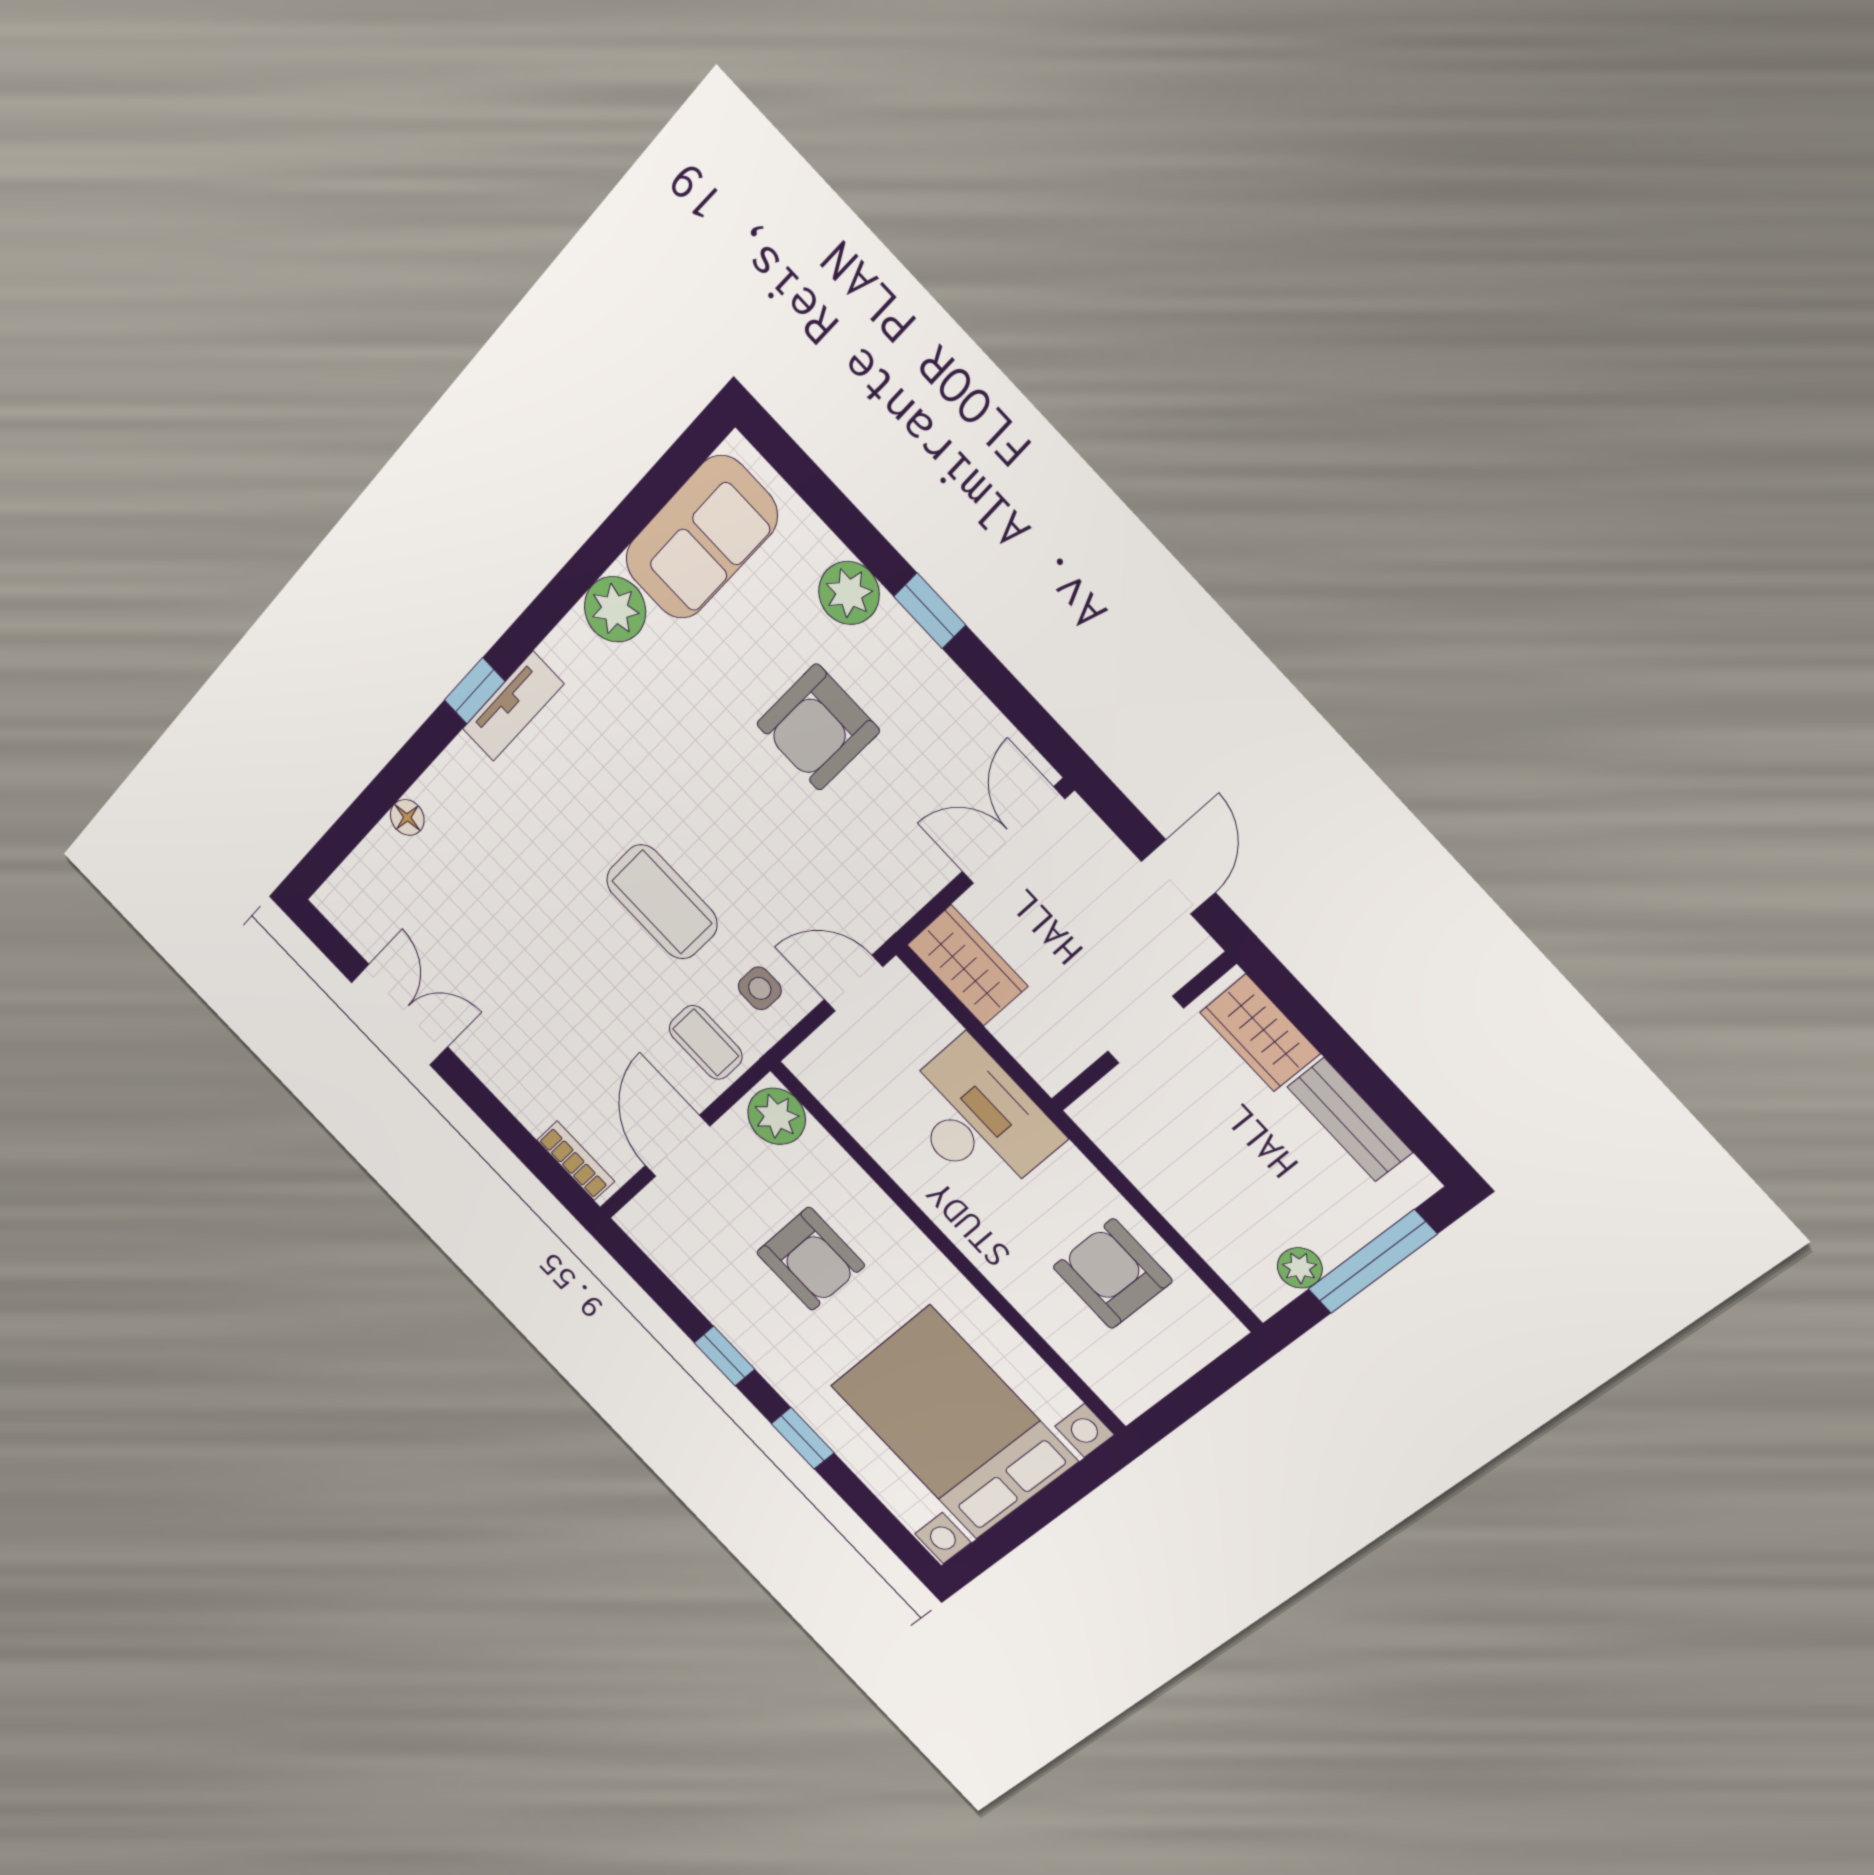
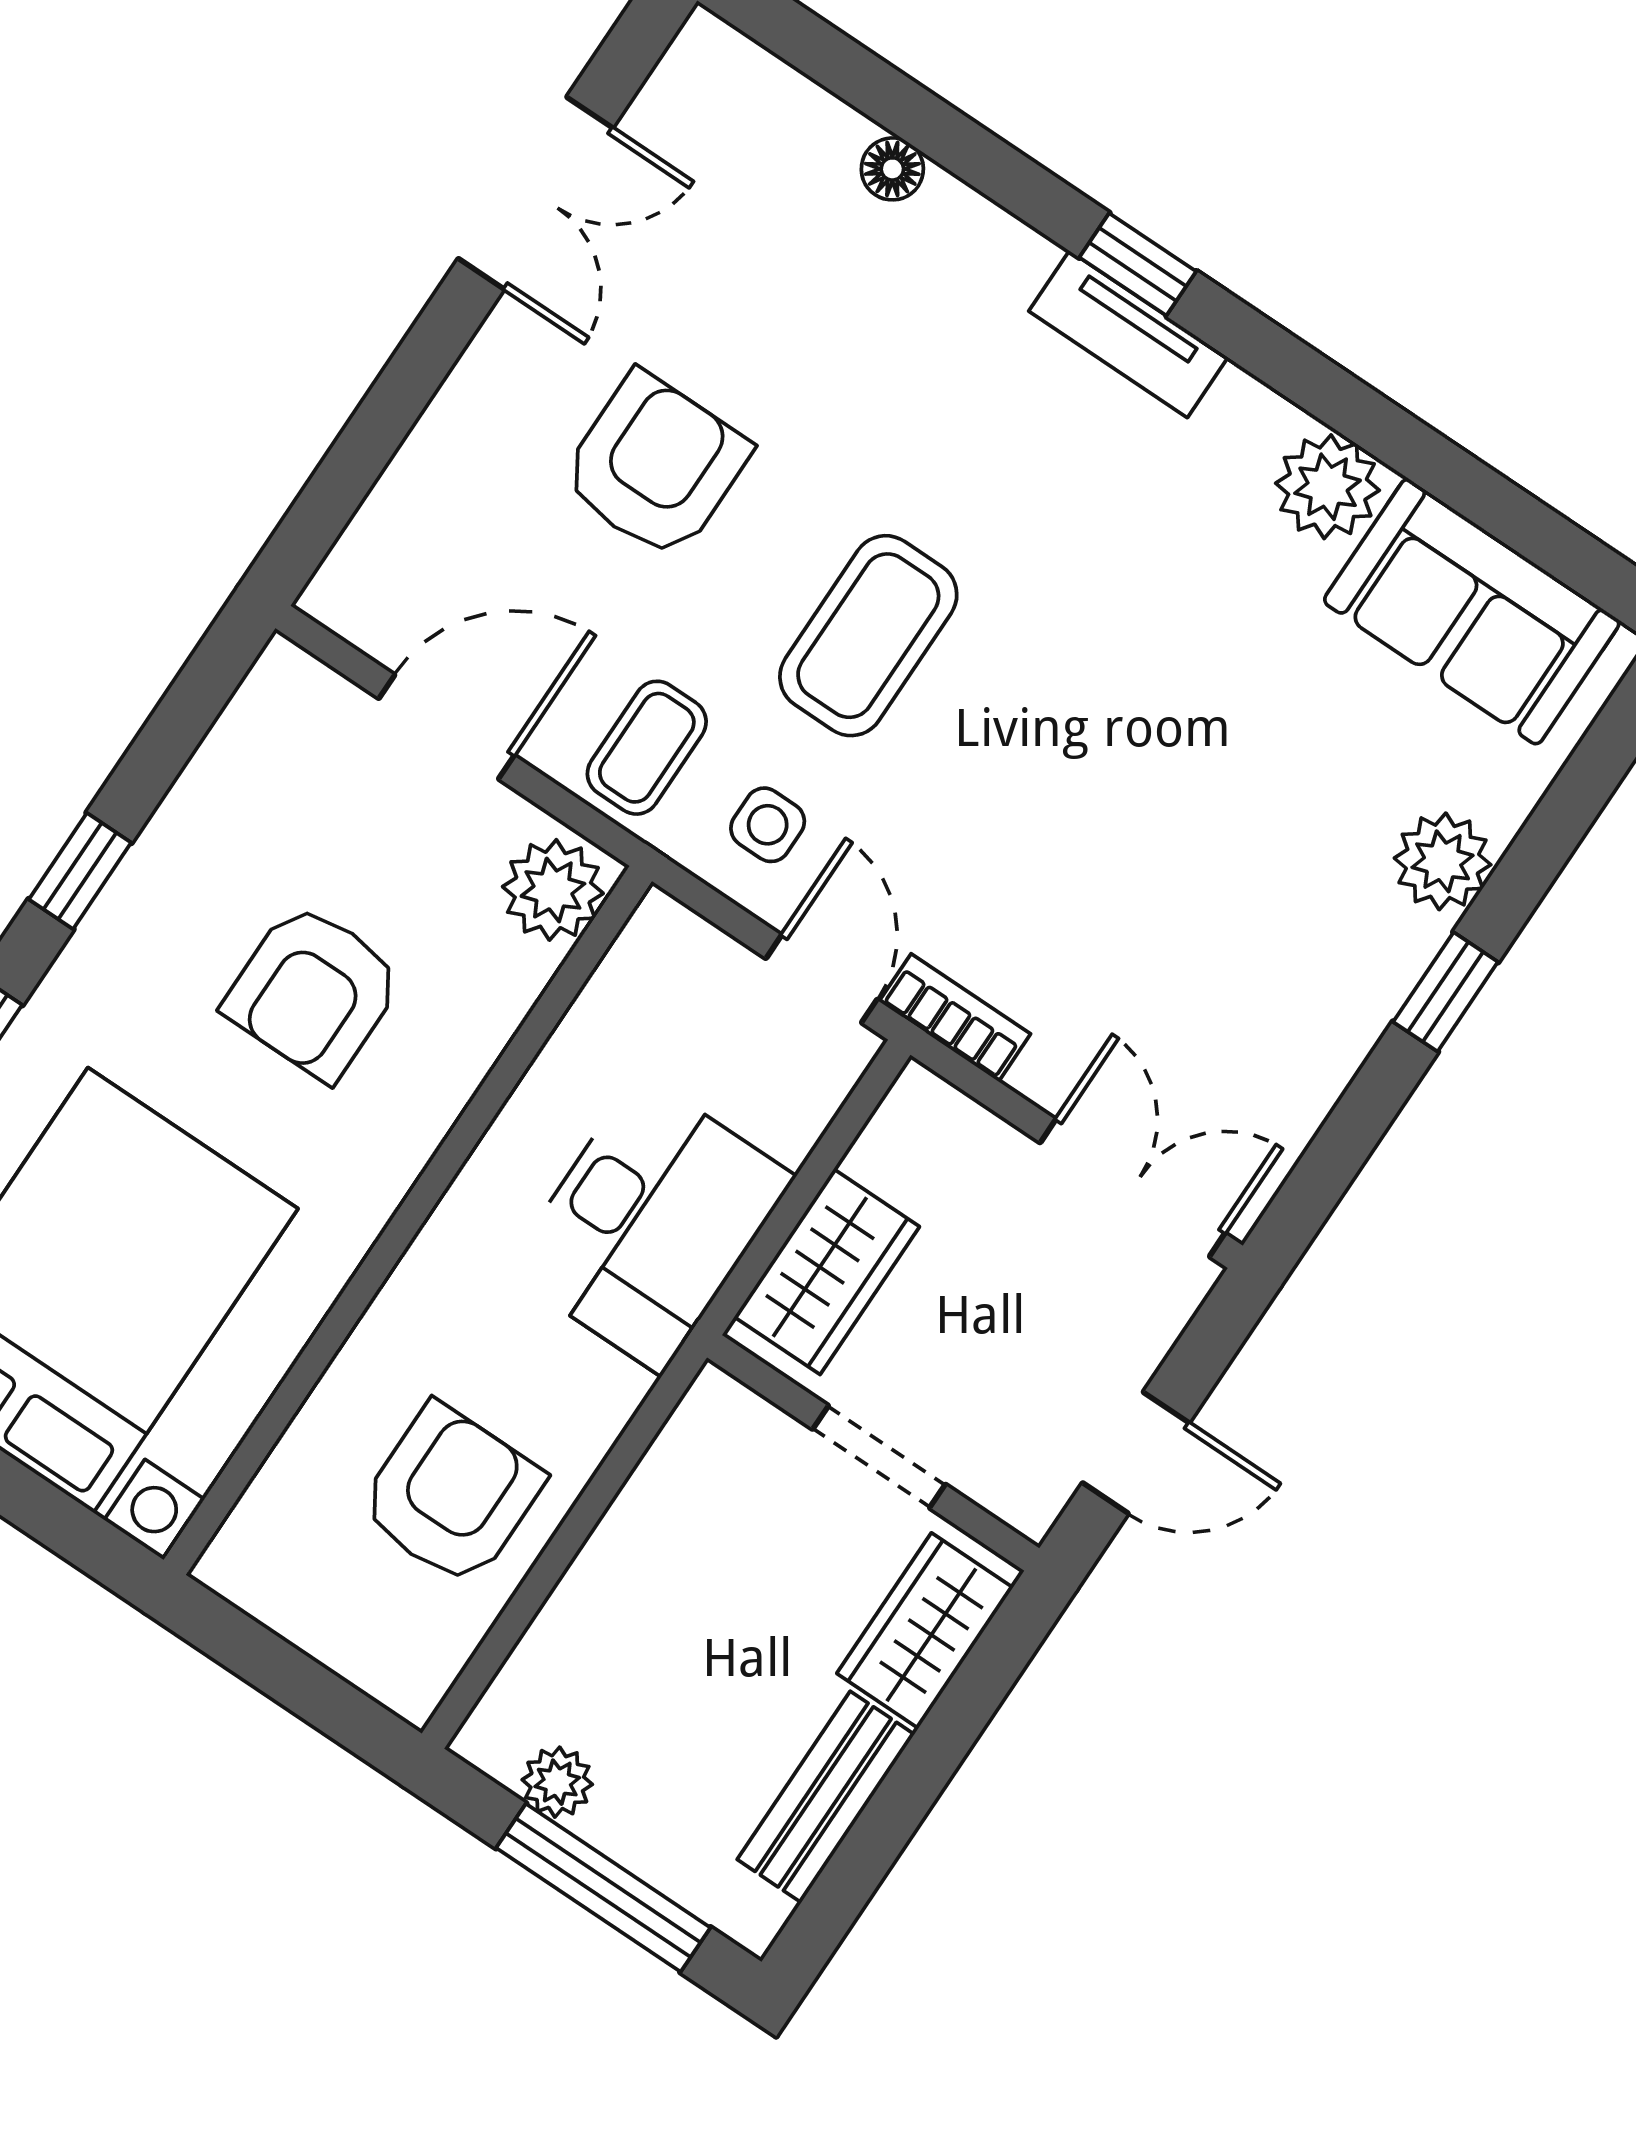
armchair: (818, 727) -> (655, 466), moved, turned 90
wardrobe: (967, 966) -> (827, 1272), moved
bookcase: (576, 1161) -> (955, 1018), moved, turned -90

